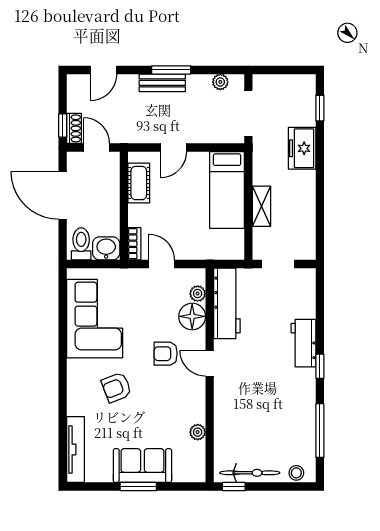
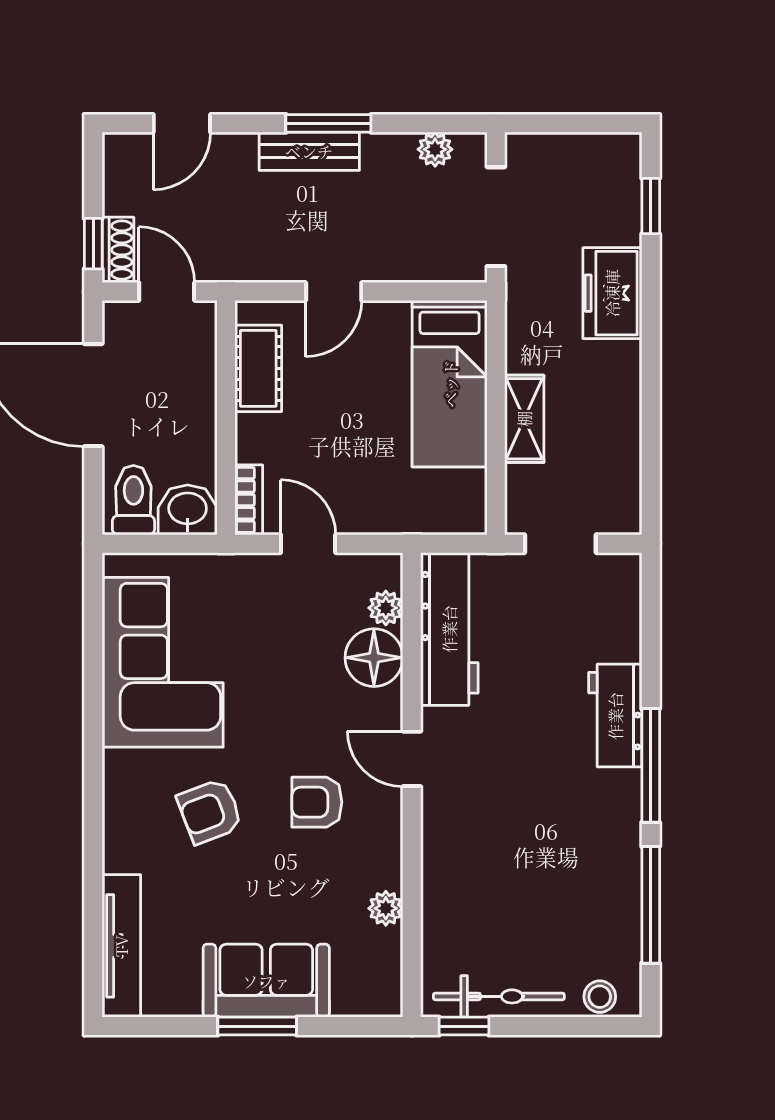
armchair: (166, 354) -> (317, 802), moved
window: (320, 366) -> (651, 765), width x2.17

